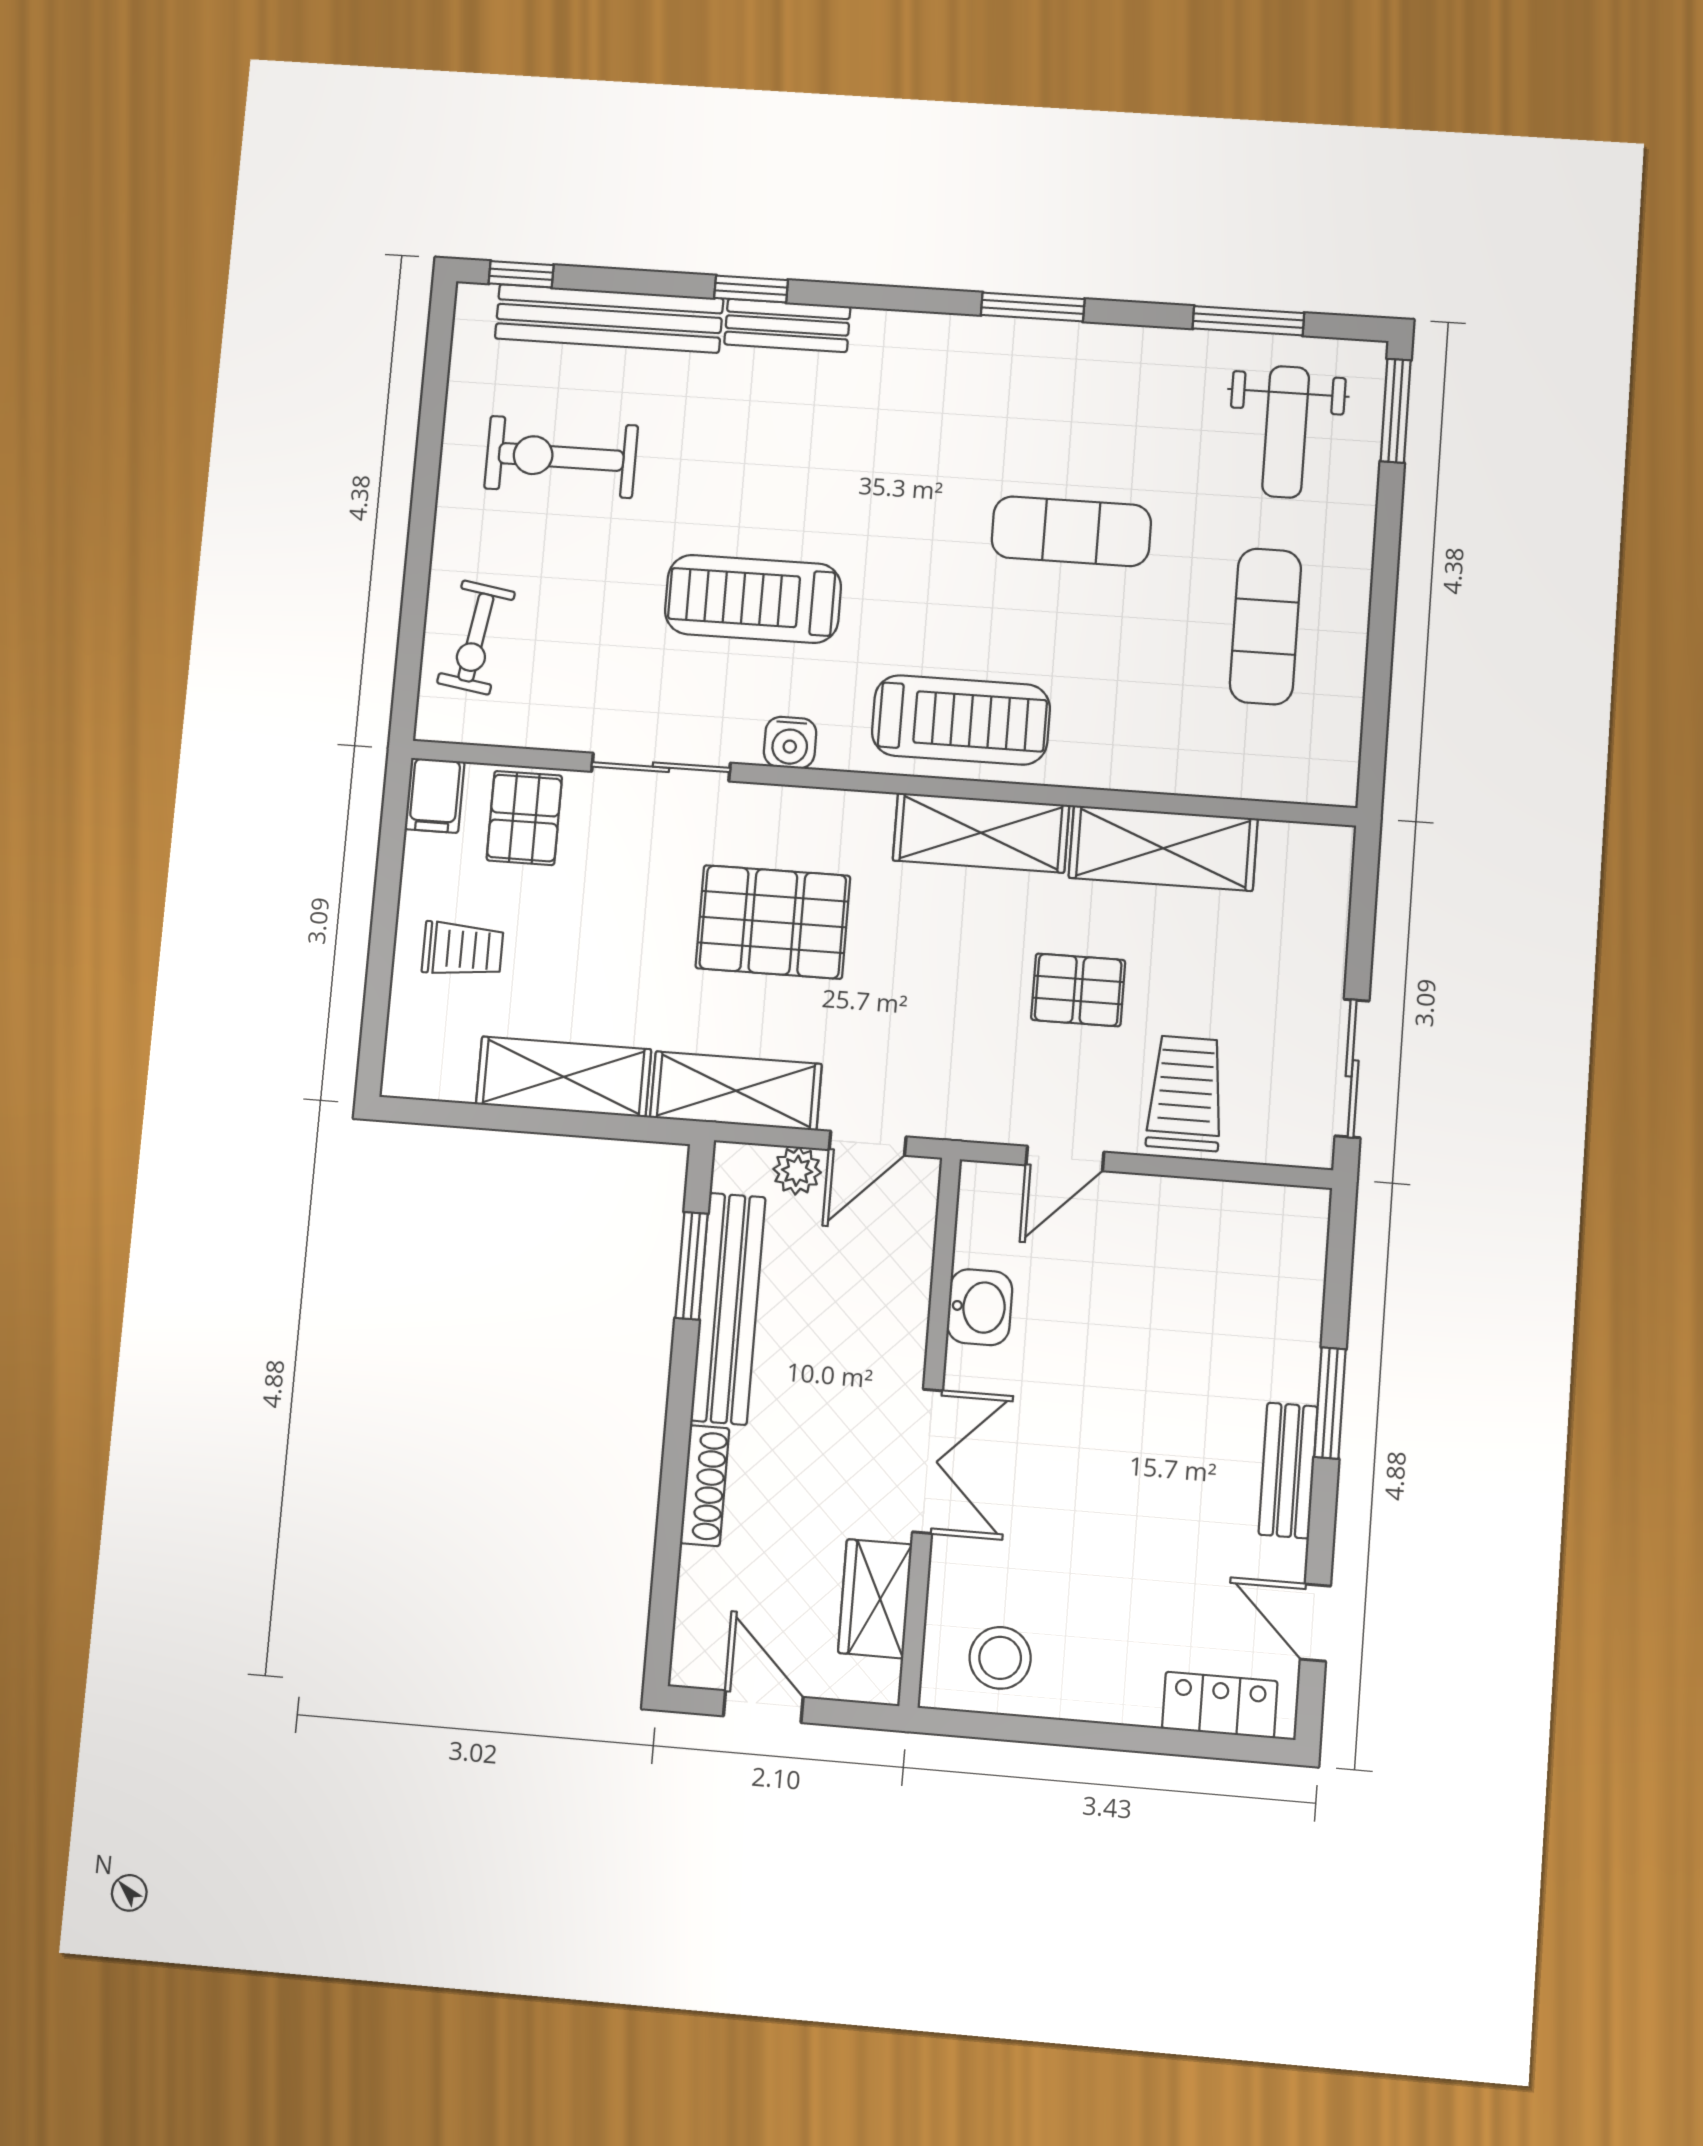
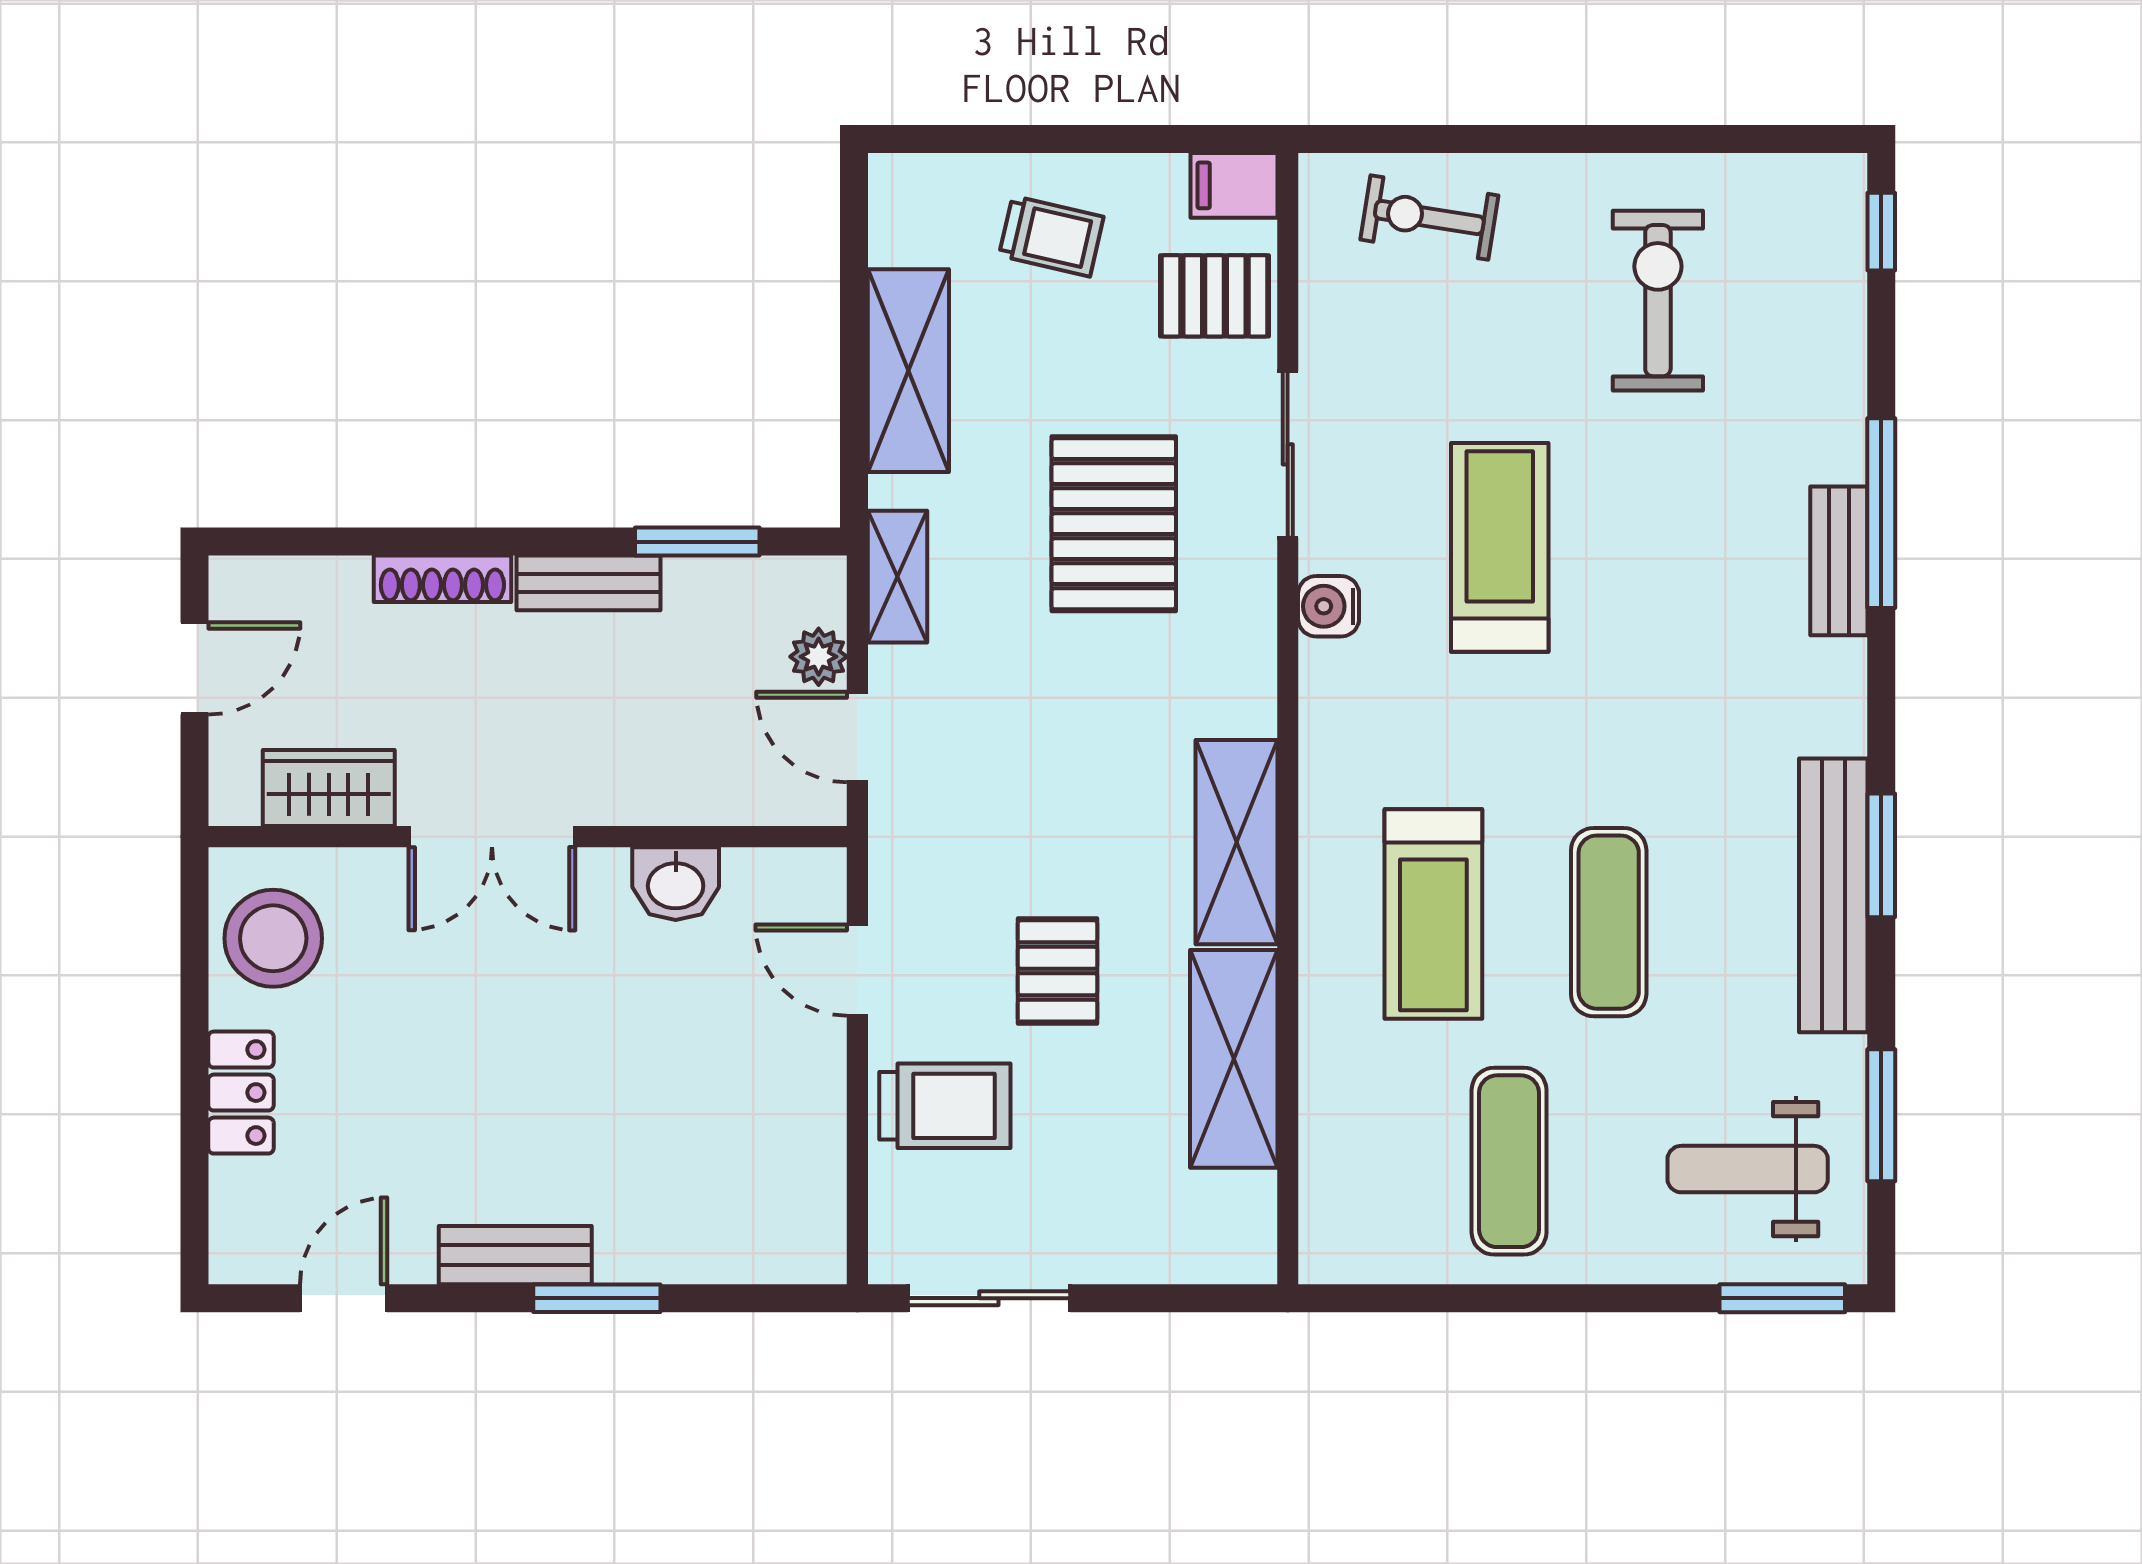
window: (751, 289) -> (1881, 513), width x2.17
bench: (609, 318) -> (1833, 895), moved
exercise mat: (1265, 627) -> (1509, 1161), turned 90
treadmill: (961, 720) -> (1433, 914), moved
pallet: (773, 922) -> (1114, 524), moved
trolley: (463, 949) -> (1051, 236), turned -77
shelving: (736, 1091) -> (897, 577), width x0.67, depth x0.75
bench: (728, 1309) -> (588, 583), width x0.54, depth x0.82
stool: (1000, 1658) -> (273, 938), width x1.38, depth x1.38
locker: (1220, 1705) -> (241, 1093), moved

